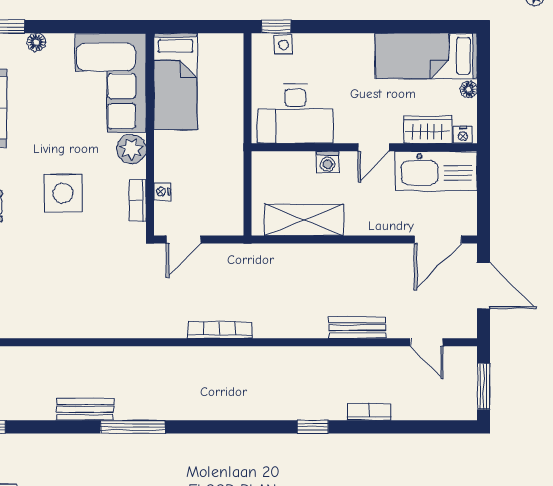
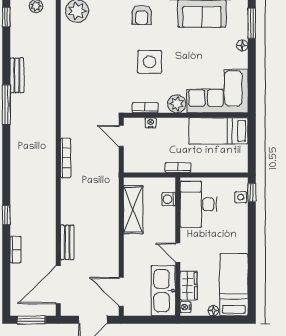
bookcase: (235, 147) -> (178, 168), added
washing machine: (328, 162) -> (169, 199), moved
door: (426, 342) -> (58, 285), width x1.88

